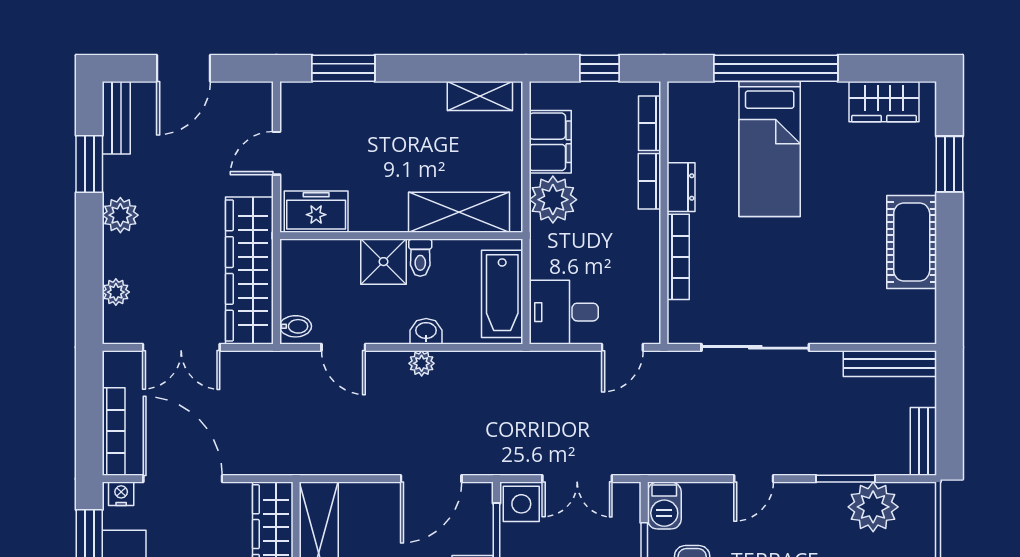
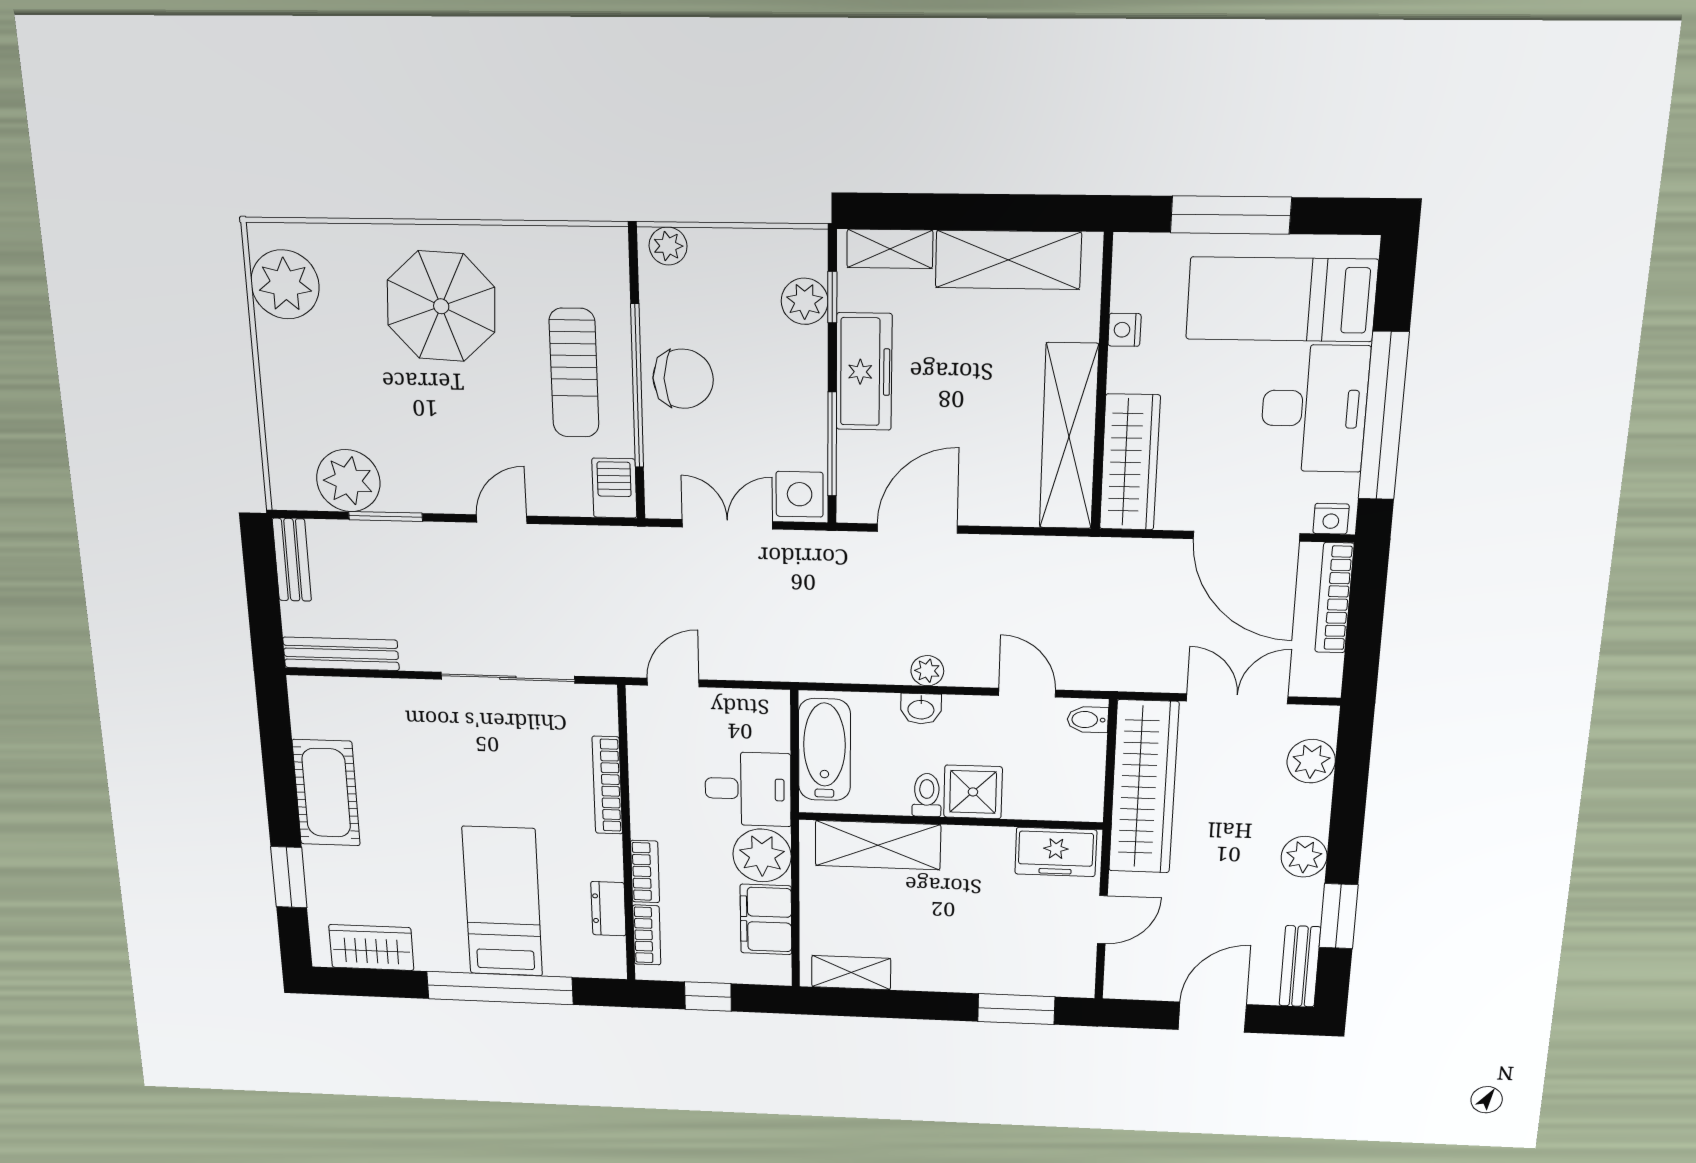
dresser: (681, 187) -> (608, 909), moved
plant: (116, 292) -> (1311, 761), width x1.38, depth x1.38
desk: (564, 312) -> (748, 789), moved

